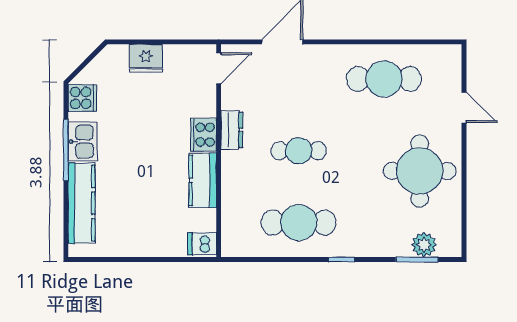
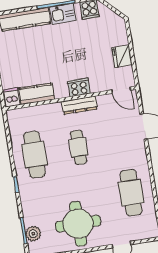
fridge: (146, 58) -> (122, 56), moved
dresser: (232, 130) -> (79, 105), width x1.44
kitchen counter: (203, 180) -> (37, 94), moved

